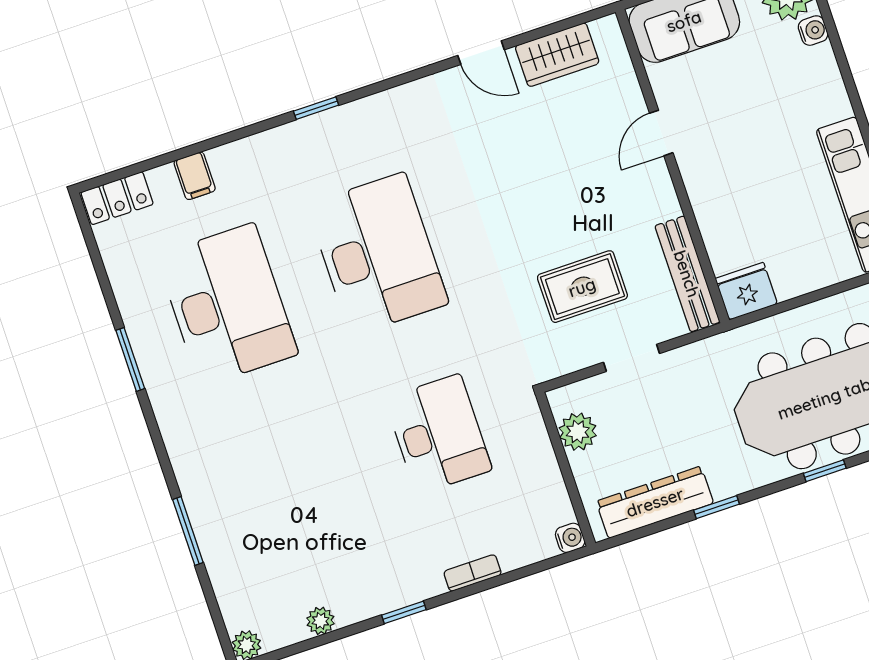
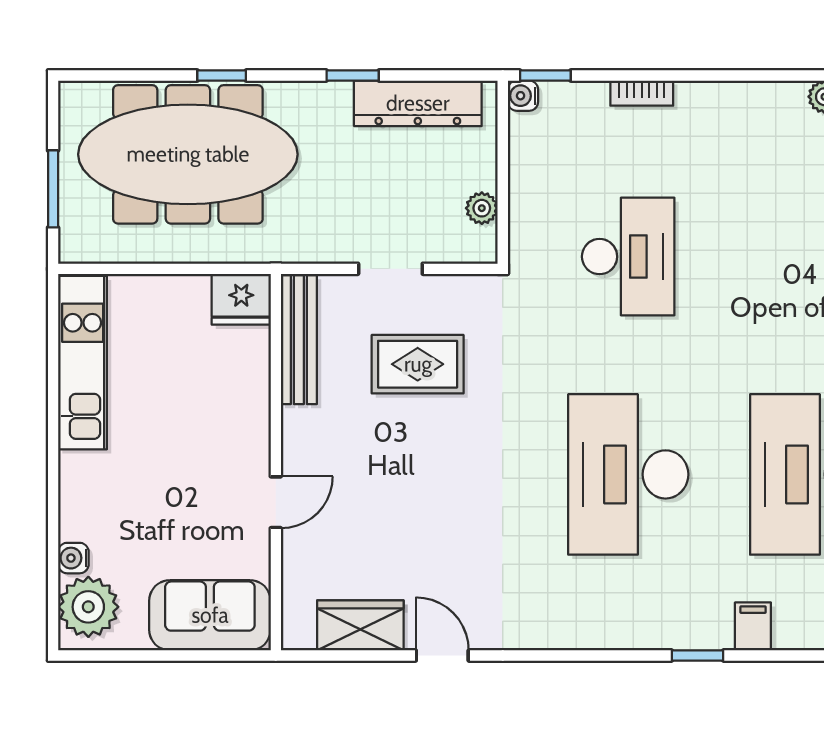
window: (316, 108) -> (698, 655), moved
filing cabinet: (195, 176) -> (753, 626), moved
plant: (578, 432) -> (482, 208), width x0.73, depth x0.73
desk: (438, 434) -> (628, 257), turned 180
window: (404, 612) -> (545, 75), moved

